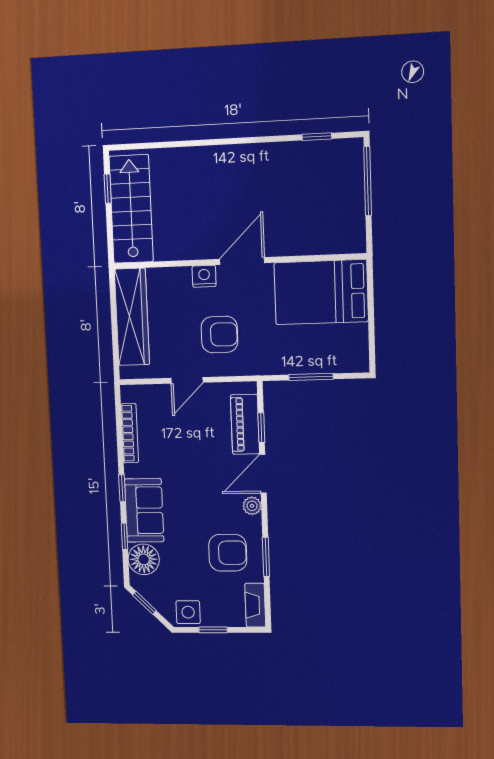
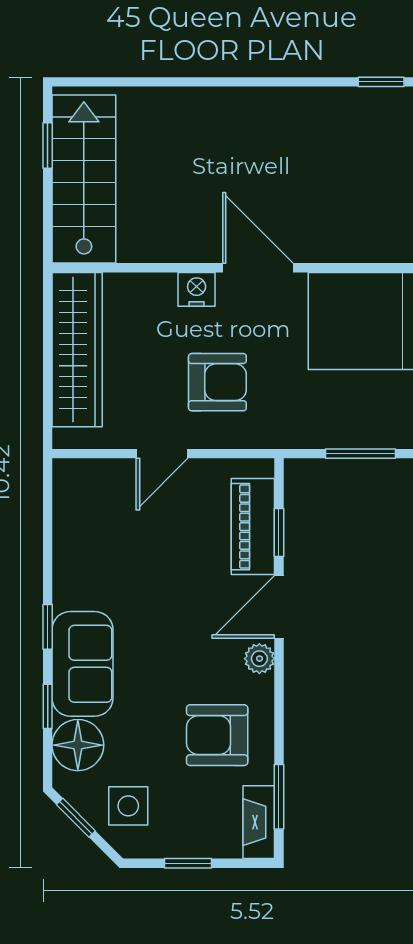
door: (242, 261) -> (258, 268), hinge flipped
bookcase: (130, 433) -> (65, 537), removed
armchair: (228, 553) -> (217, 735), turned 180
window: (266, 557) -> (279, 797), moved
side table: (188, 612) -> (128, 806), moved

